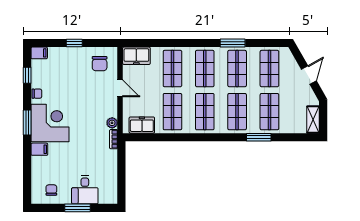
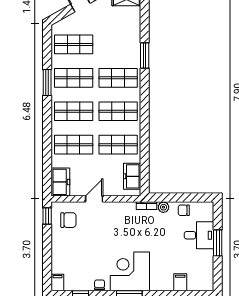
window: (74, 43) -> (47, 216), moved
shop shelf: (269, 112) -> (118, 44), removed
plant: (112, 123) -> (163, 207), moved
filing cabinet: (39, 149) -> (180, 282), moved
chair: (51, 190) -> (184, 210), moved

